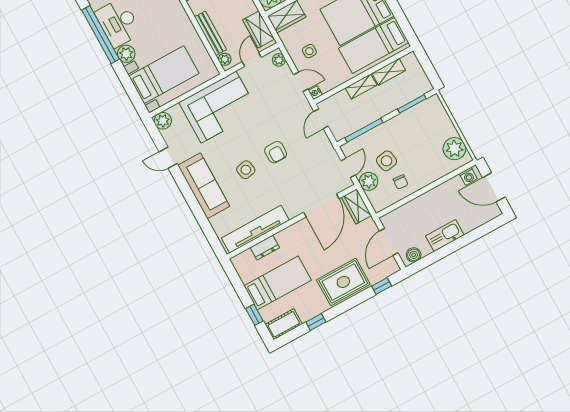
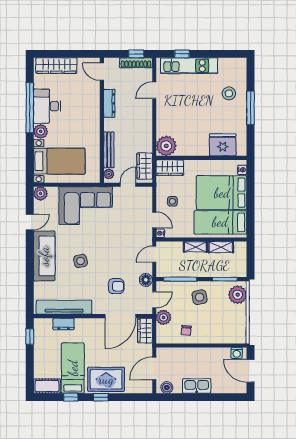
plant: (279, 60) -> (147, 196), removed
plant: (454, 149) -> (238, 295), moved
floor lamp: (327, 151) -> (146, 280), added
armchair: (276, 152) -> (116, 286), moved, turned -90
door: (168, 158) -> (30, 222), swing flipped
side table: (387, 161) -> (200, 297), moved
bed: (278, 283) -> (73, 368), moved, turned -90
window: (382, 286) -> (101, 397), moved
window: (254, 315) -> (30, 337), moved

